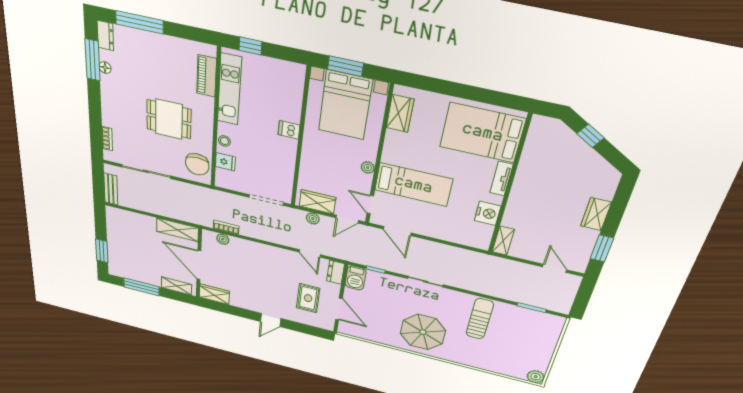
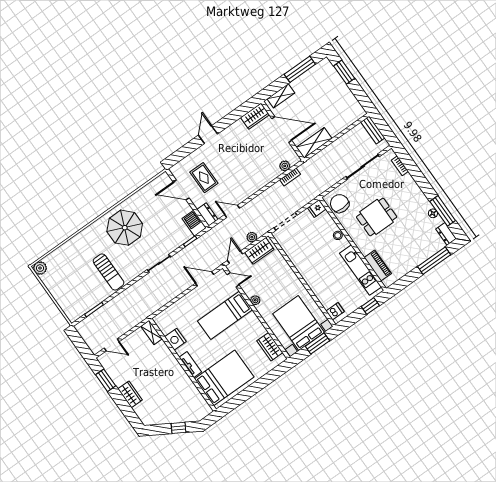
dishwasher: (289, 130) -> (335, 311), moved
fridge: (225, 162) -> (317, 208), moved

